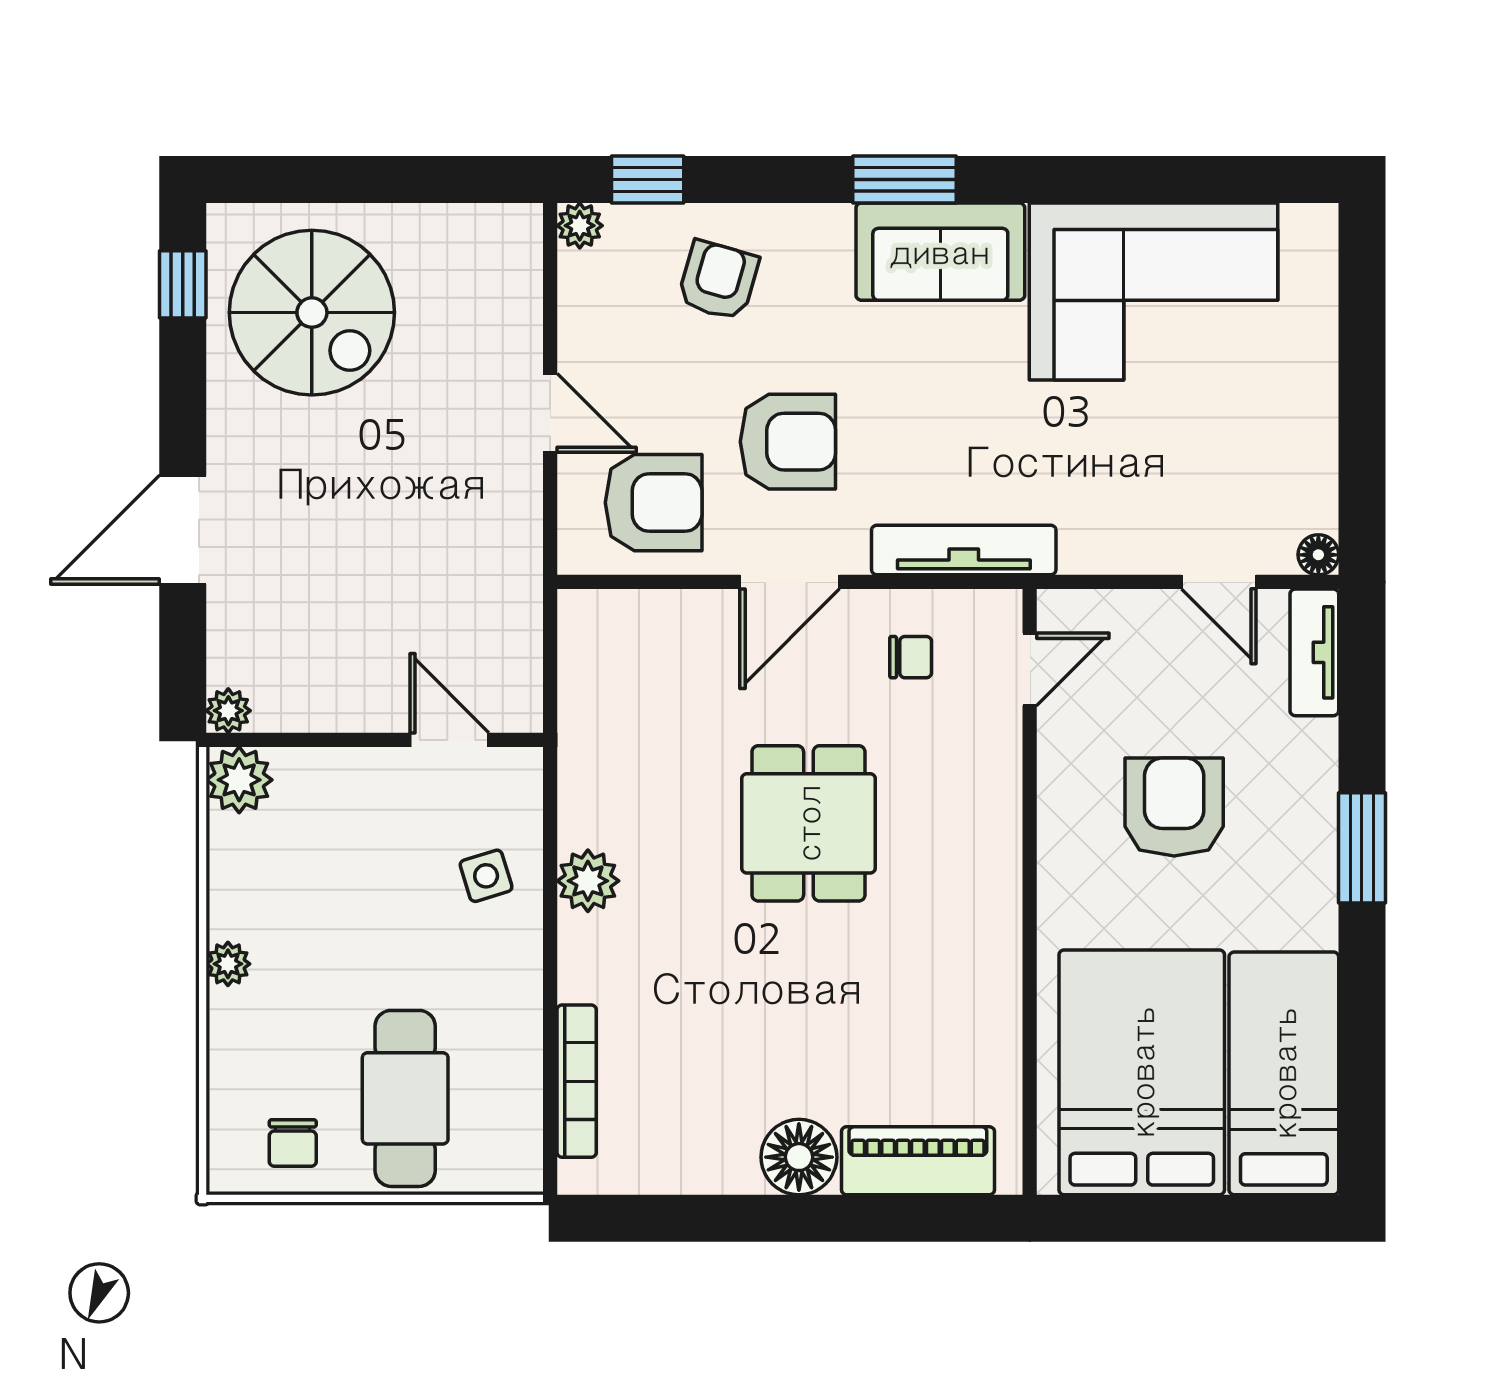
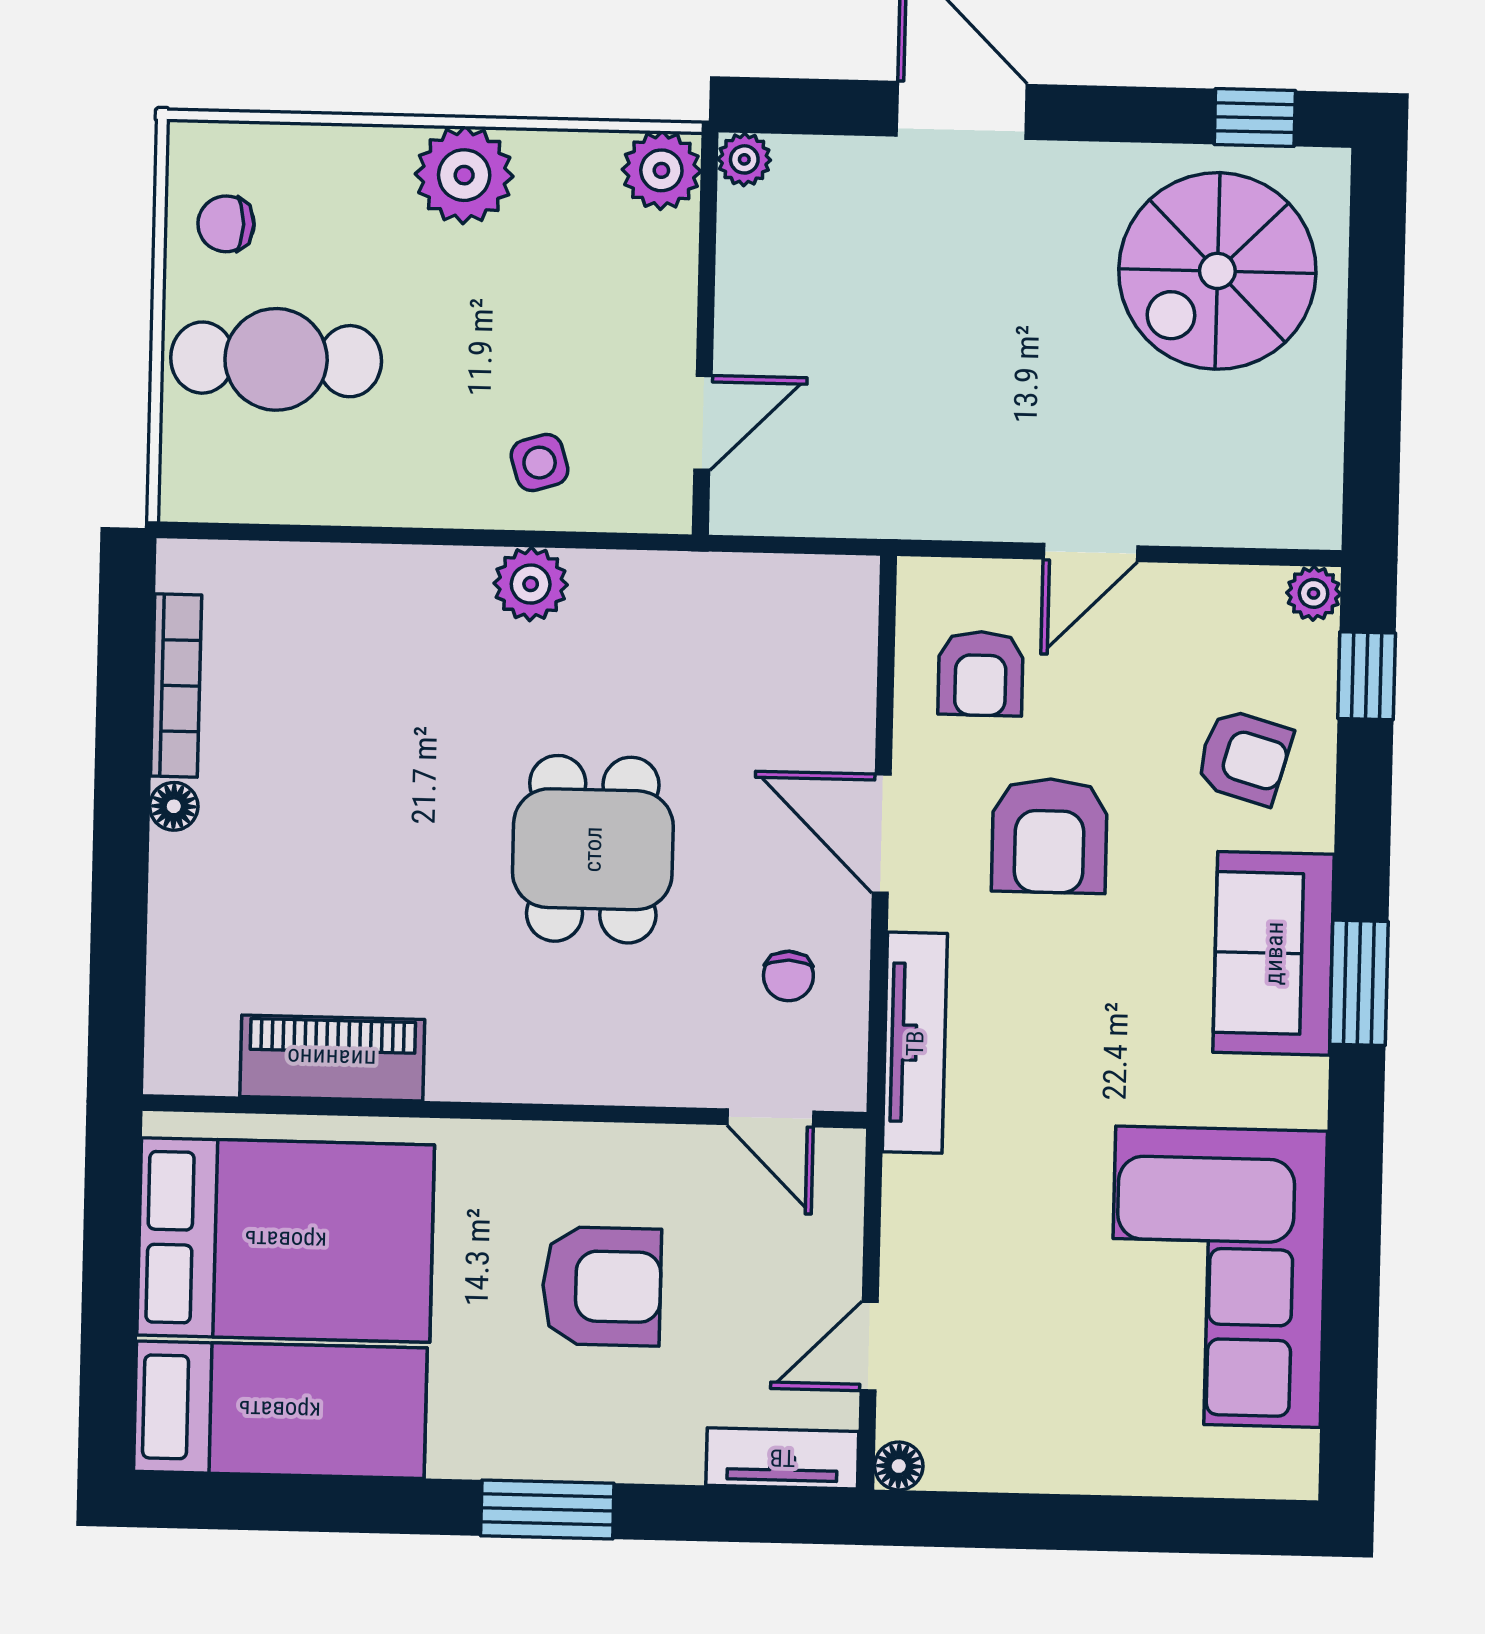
sofa: (940, 252) -> (1274, 953), moved
armchair: (654, 503) -> (981, 673), width x0.72, depth x0.72
dining table: (808, 823) -> (593, 849), turned 90
plant: (228, 964) -> (464, 175), width x1.88, depth x1.88
bookcase: (577, 1081) -> (176, 686), moved, turned -90
floor lamp: (799, 1157) -> (174, 806), width x0.53, depth x0.53
piano: (918, 1161) -> (332, 1058), moved, turned -90

